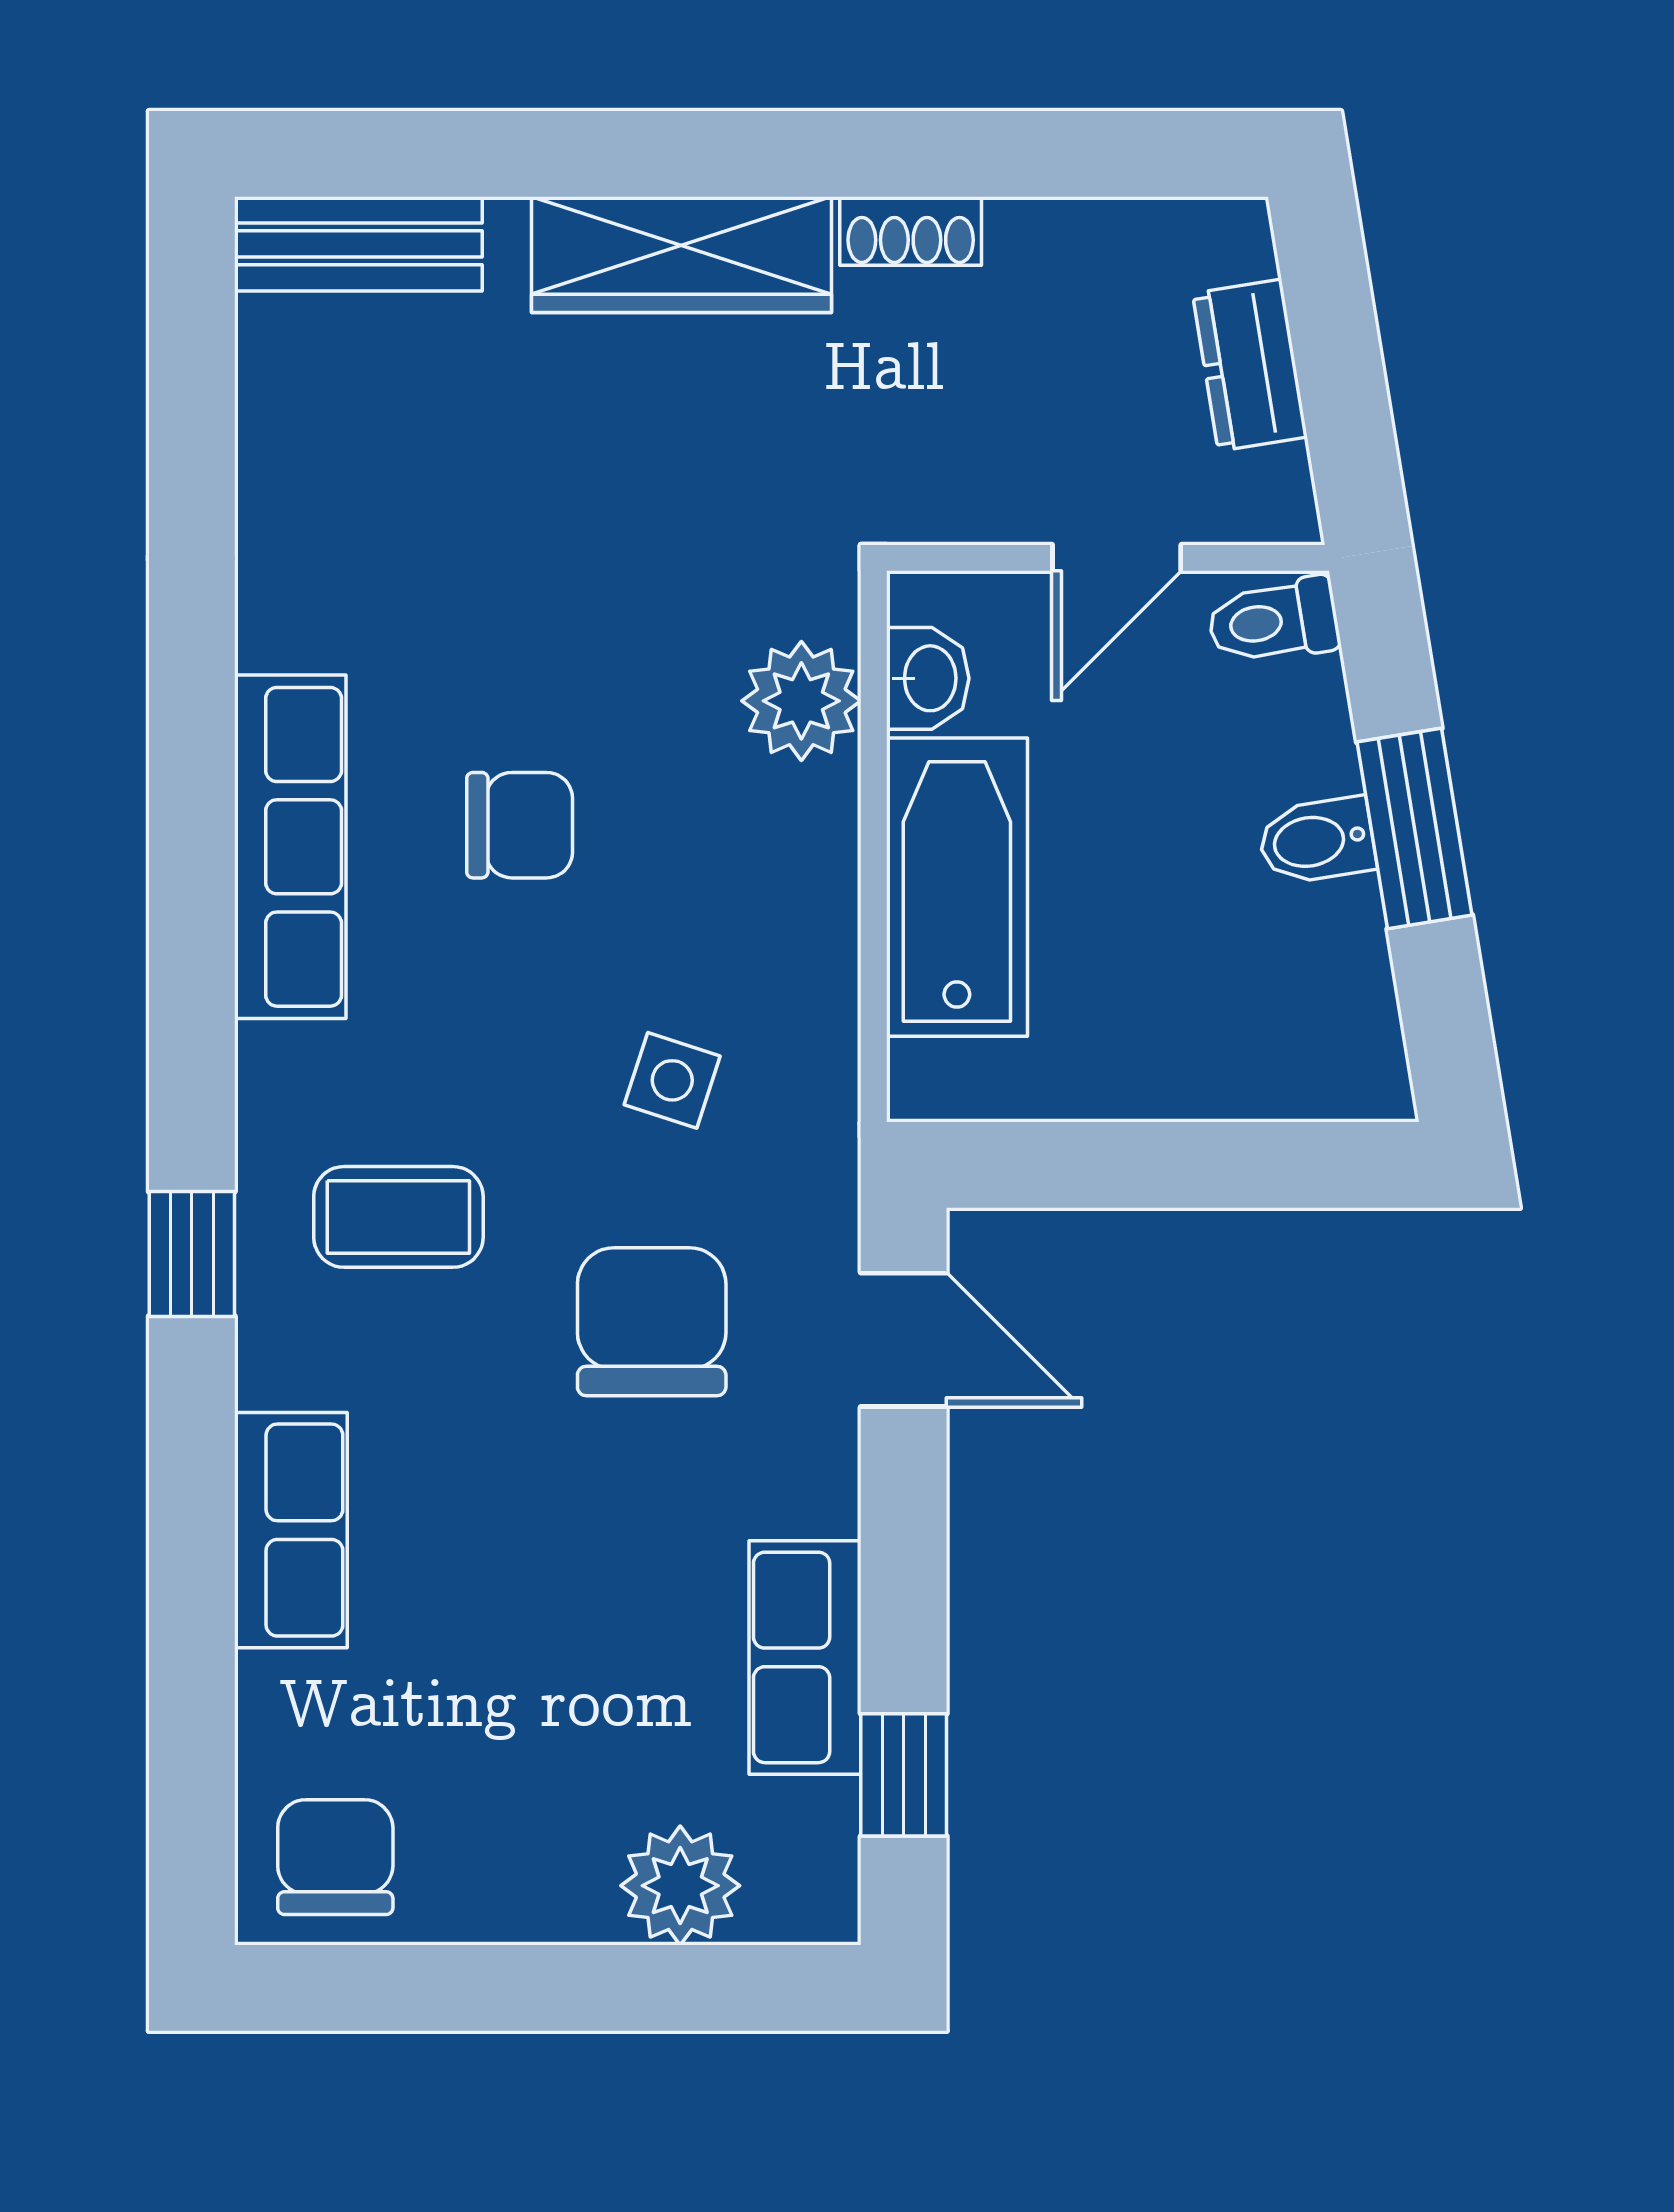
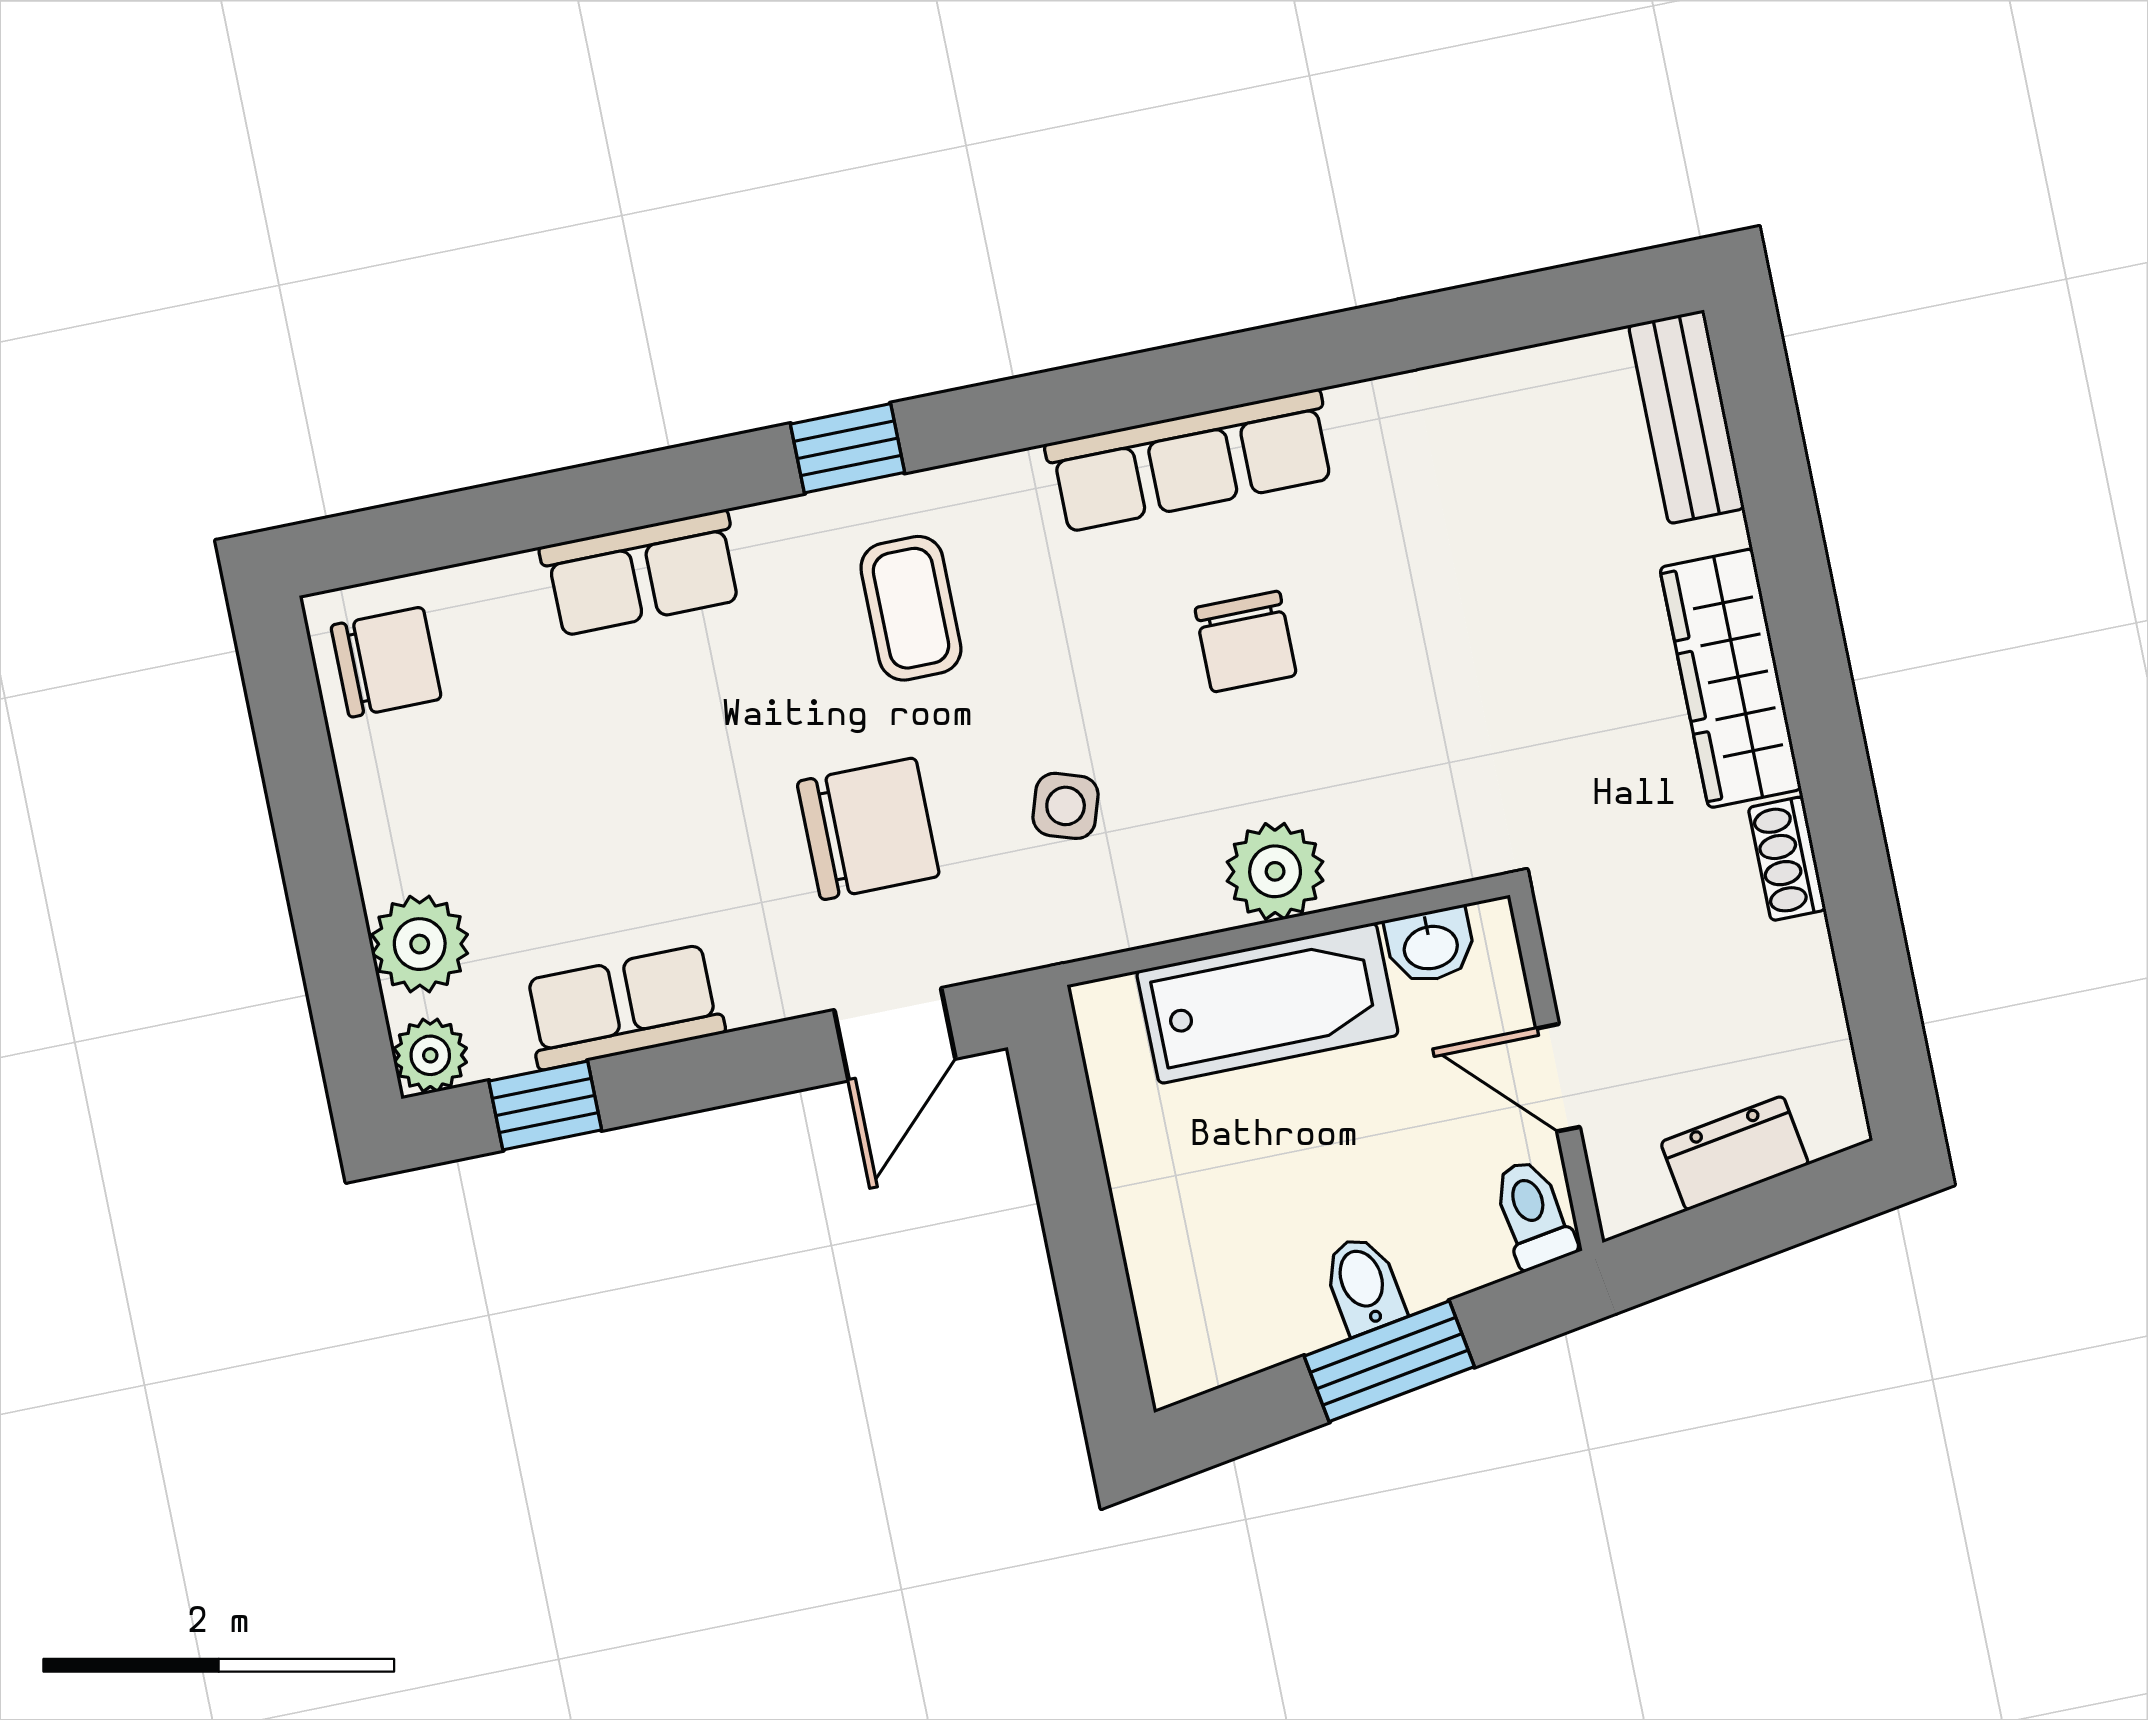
plant: (801, 701) -> (1275, 871), moved
plant: (816, 1900) -> (430, 1055), added

